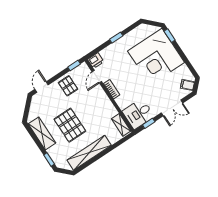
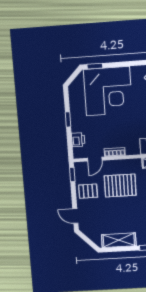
printer: (96, 61) -> (78, 140), moved
door: (97, 77) -> (95, 159), hinge flipped
pallet: (70, 125) -> (120, 186), moved

